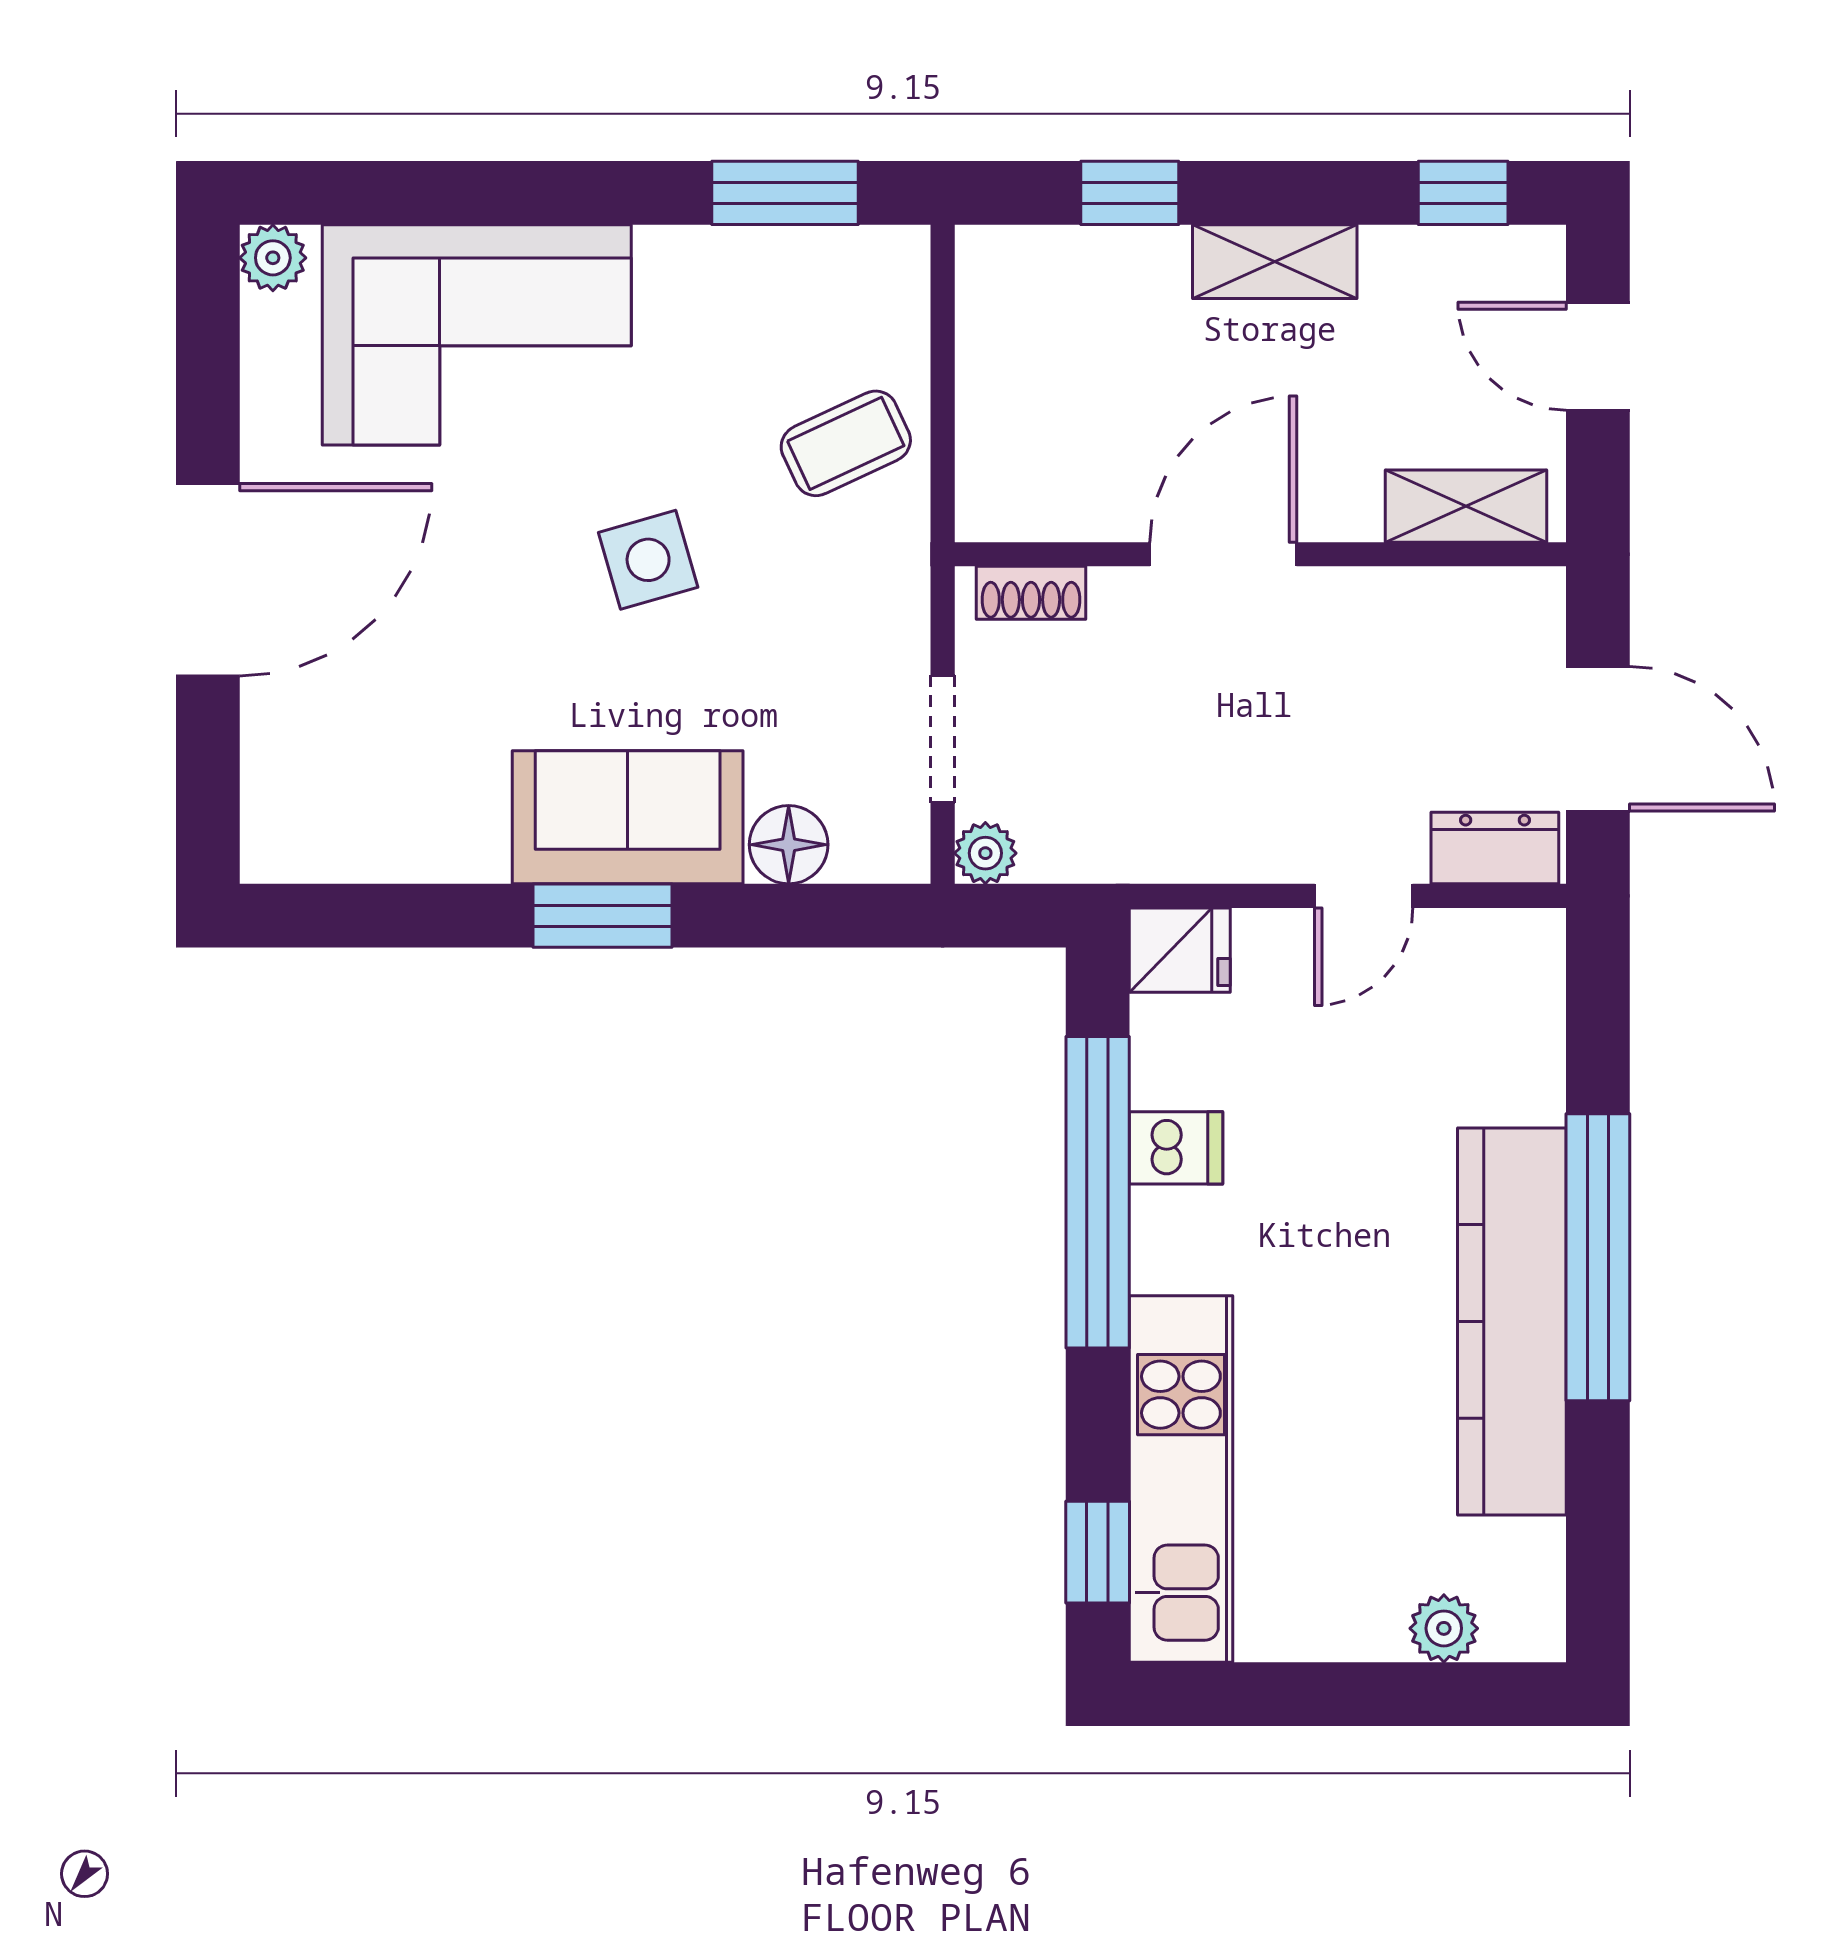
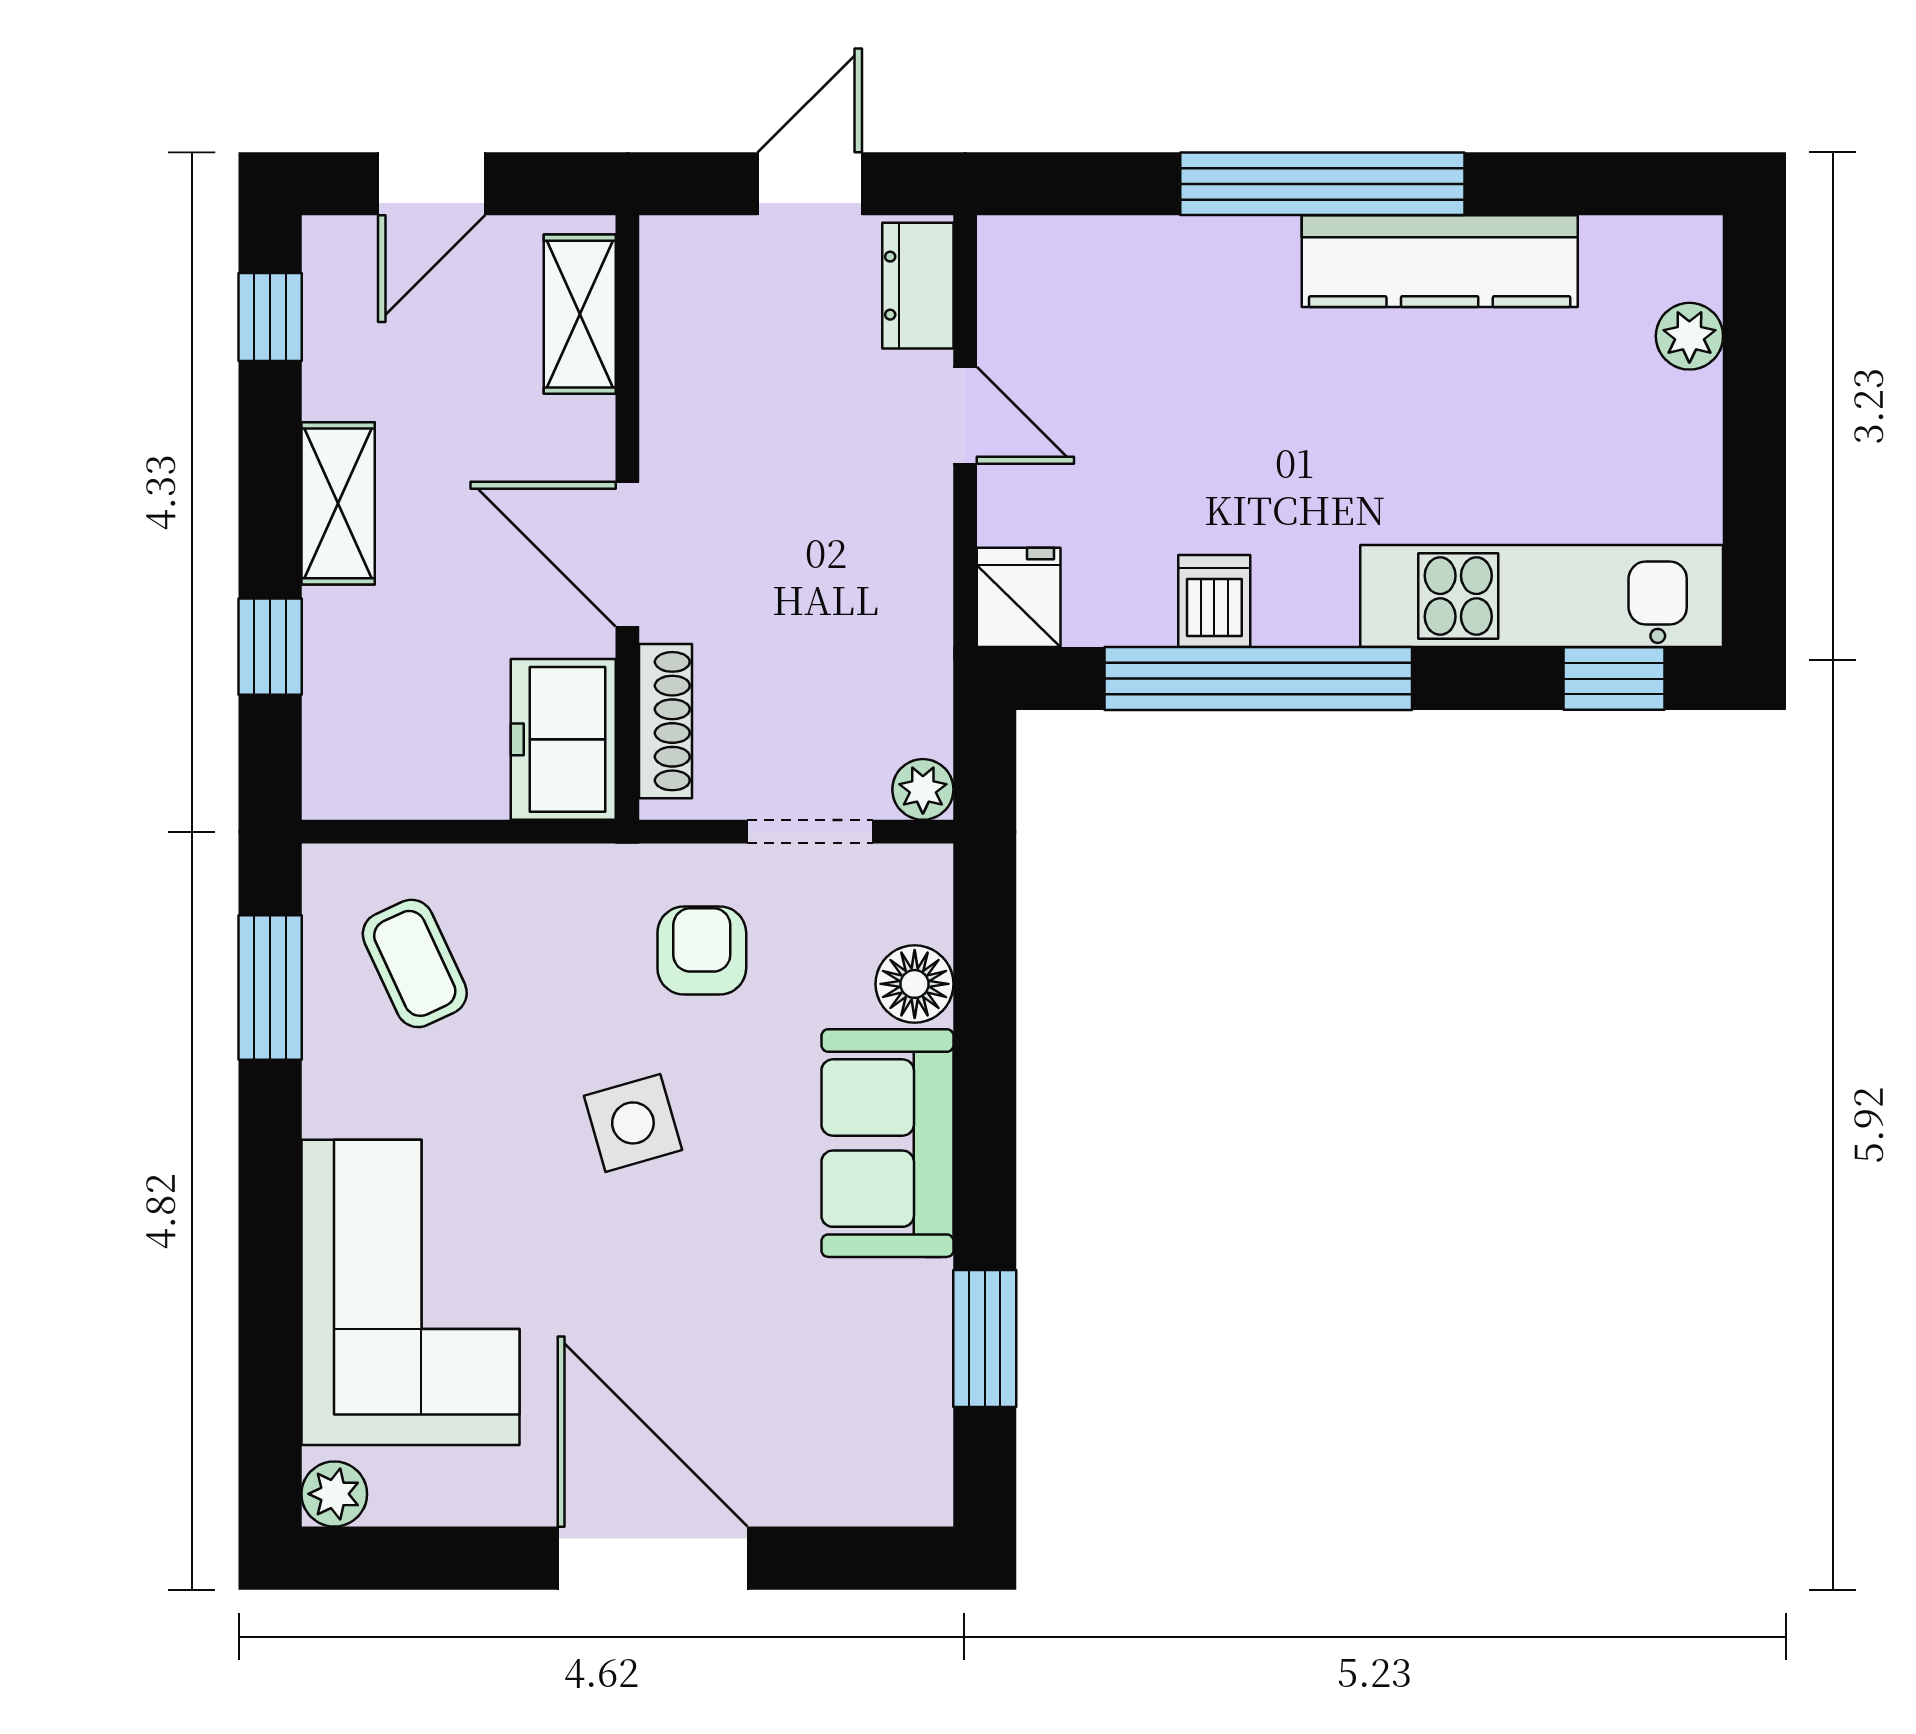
coffee table: (846, 443) -> (415, 963), moved
freezer: (1036, 489) -> (563, 739), added
shoe rack: (1031, 593) -> (666, 721), width x1.43
armchair: (822, 630) -> (702, 951), added
door: (1598, 739) -> (810, 184), width x0.73
window: (603, 916) -> (985, 1339), moved
kitchen counter: (1512, 1322) -> (1440, 261), width x0.72, depth x0.86

